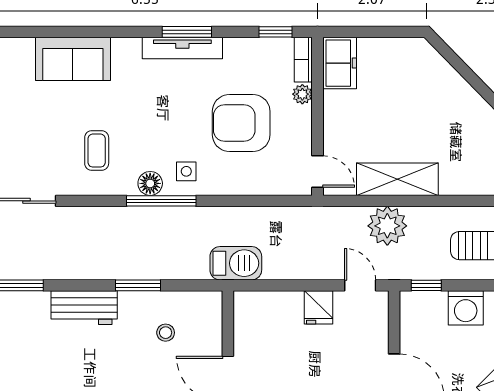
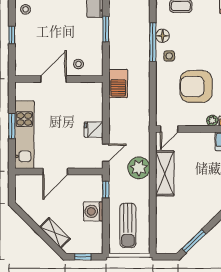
armchair: (241, 123) -> (196, 86), turned -90
stool: (166, 333) -> (78, 64), moved

